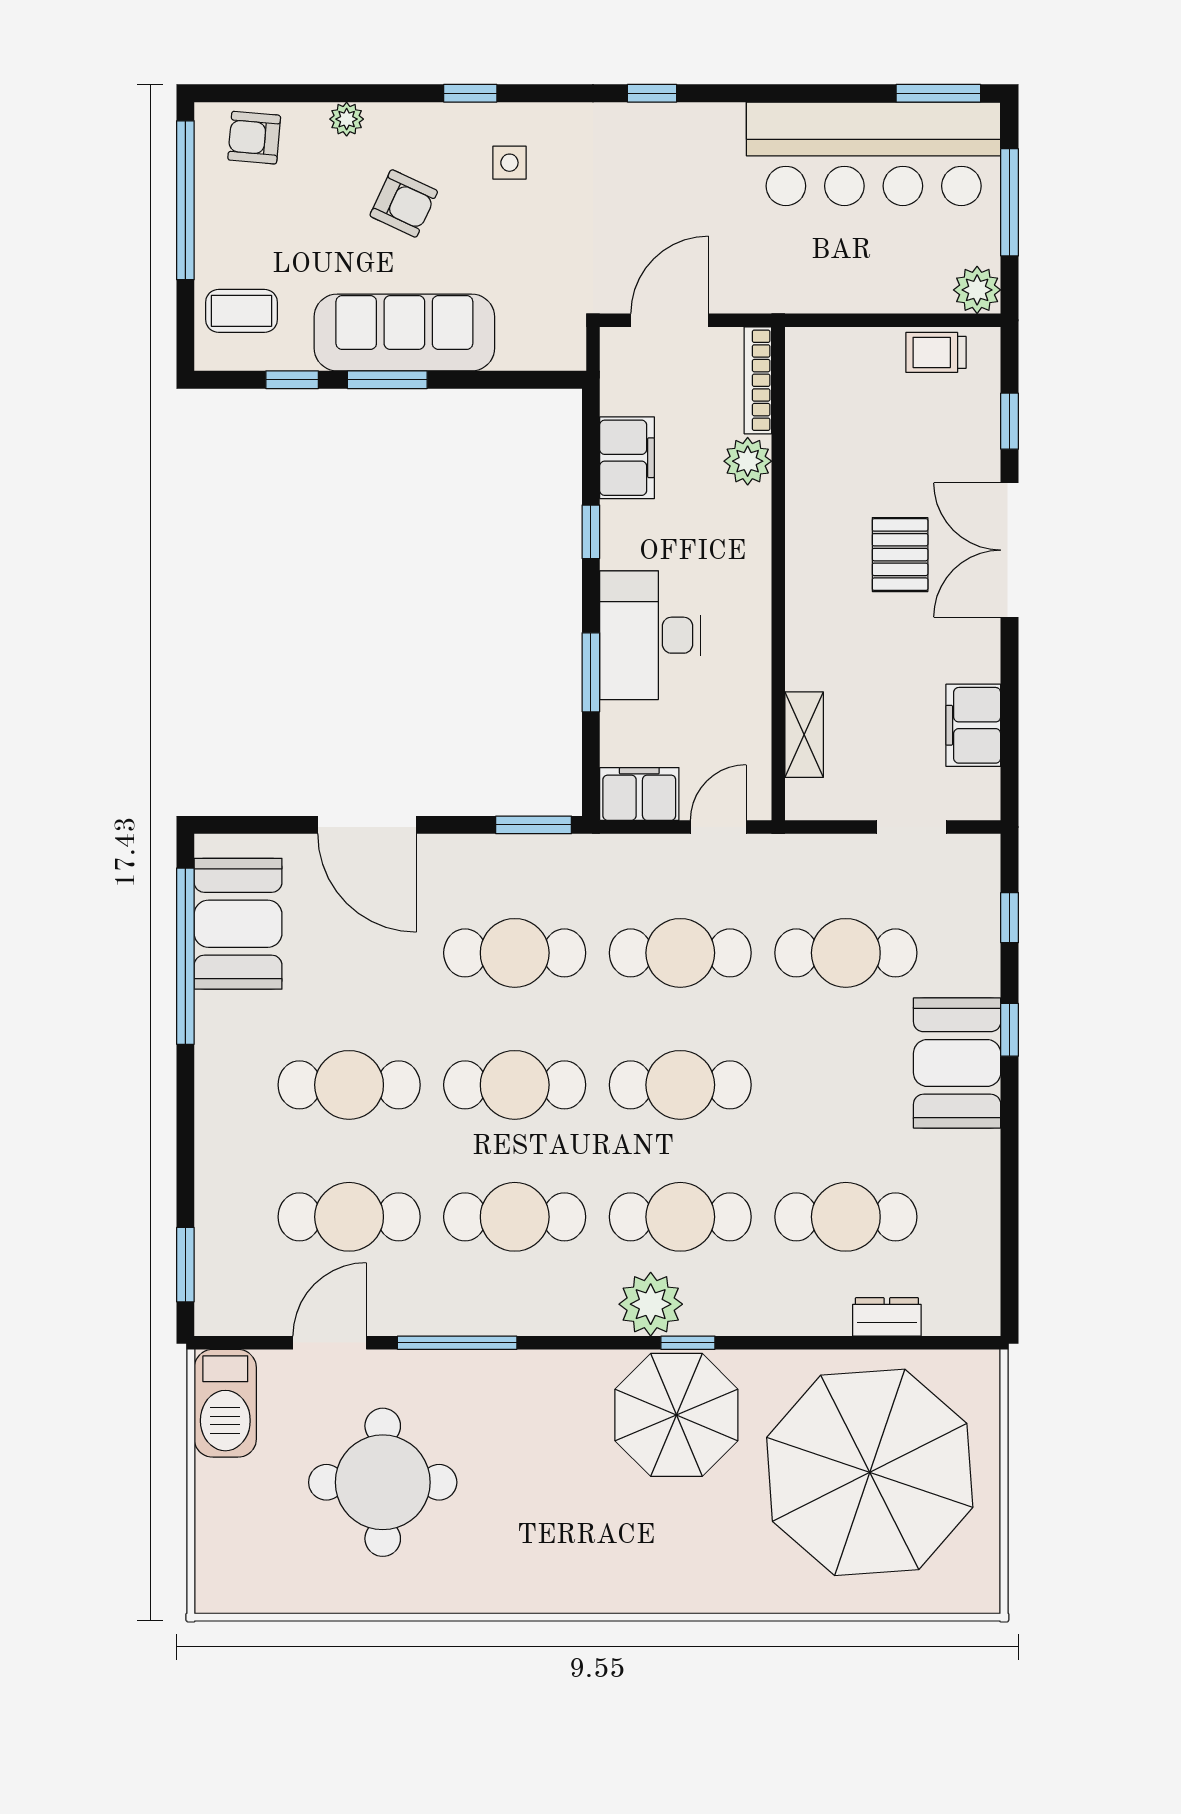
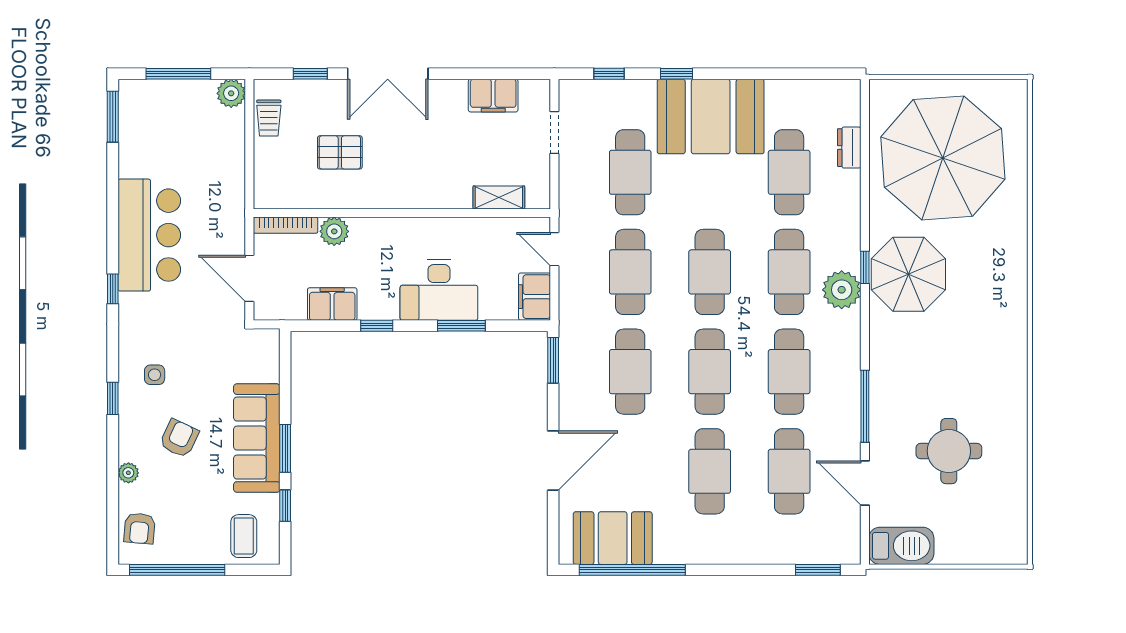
bar counter: (874, 154) -> (149, 235), moved, width x0.73
pallet: (900, 555) -> (340, 152), moved
booth: (957, 1063) -> (711, 116), width x1.36, depth x1.42
round table: (383, 1482) -> (949, 451), width x0.73, depth x0.73

